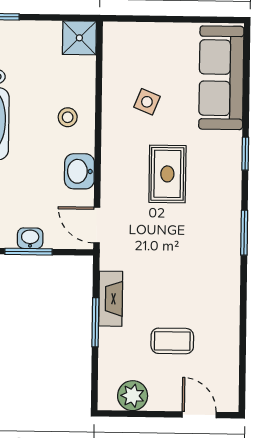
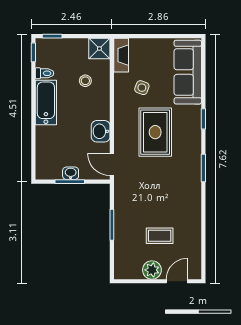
stool: (68, 117) -> (85, 81), moved
rug: (167, 174) -> (155, 132), width x1.36, depth x1.43
fireplace: (111, 299) -> (121, 55), moved
plant: (133, 396) -> (152, 270), moved
door: (199, 415) -> (177, 281), hinge flipped

